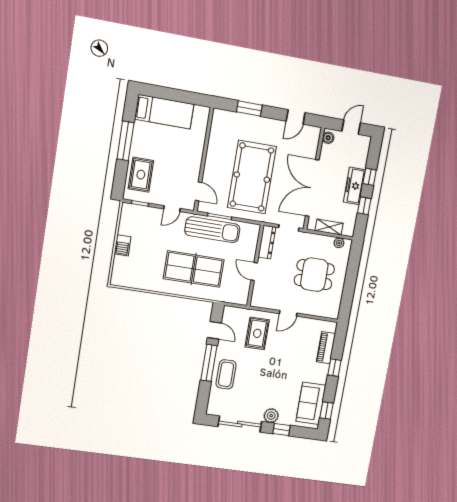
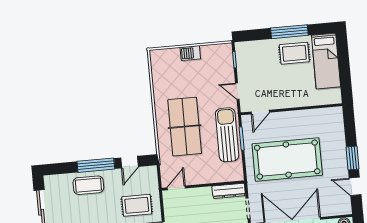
window: (249, 108) -> (352, 158), moved
rug: (141, 175) -> (294, 53), moved
sun lounger: (212, 230) -> (227, 135), turned 180
door: (254, 272) -> (176, 188), moved

